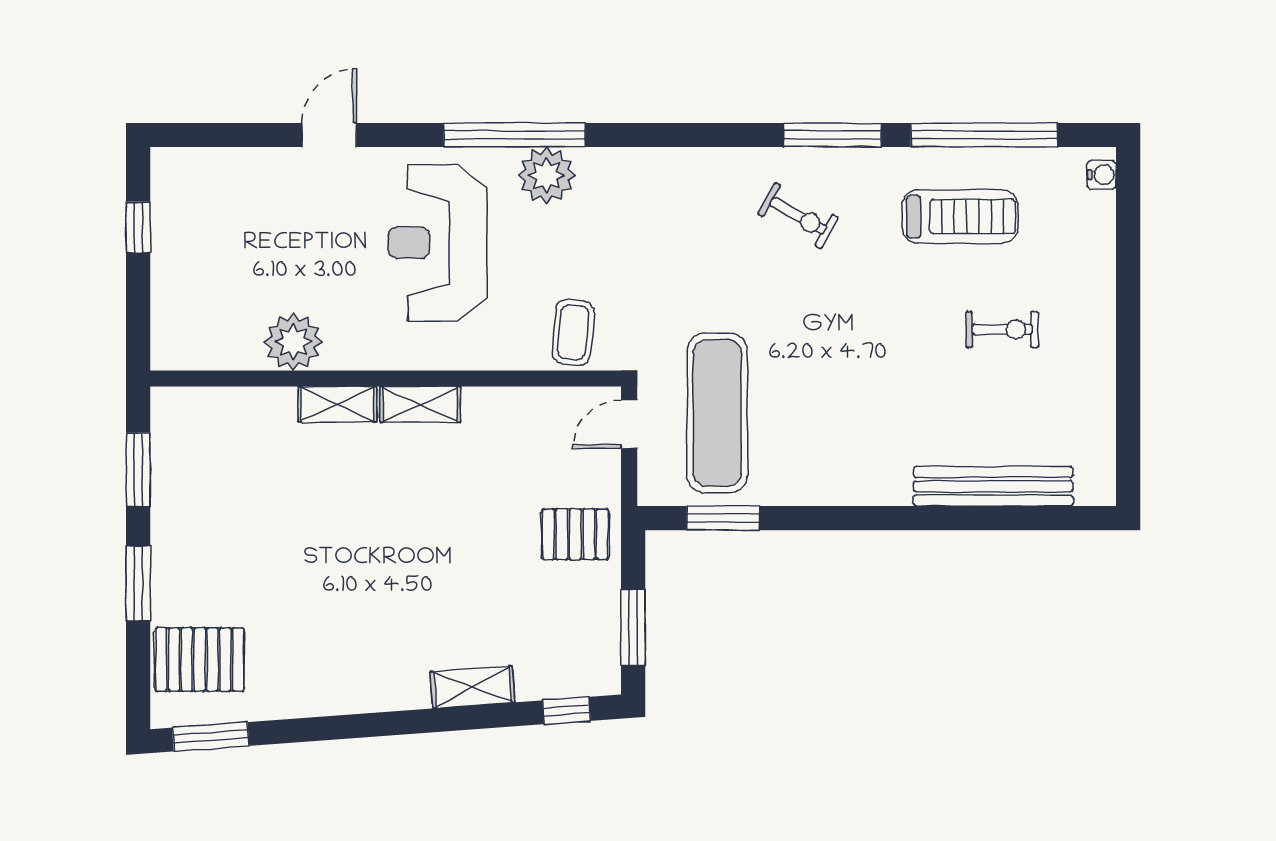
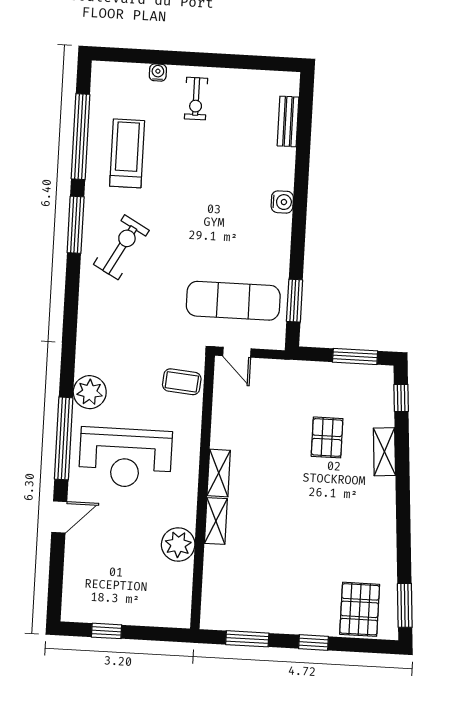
door: (329, 135) -> (59, 517), swing flipped
window: (515, 135) -> (64, 438), moved
water cooler: (1102, 175) -> (158, 72), moved
exercise bike: (798, 216) -> (121, 247), width x1.38, depth x1.39
exercise bike: (1002, 329) -> (196, 99), moved, turned 180
bench: (993, 486) -> (288, 121), width x0.54, depth x0.82
water cooler: (891, 487) -> (282, 202), added
pallet: (575, 534) -> (327, 437), moved
window: (138, 583) -> (313, 643), width x0.67

